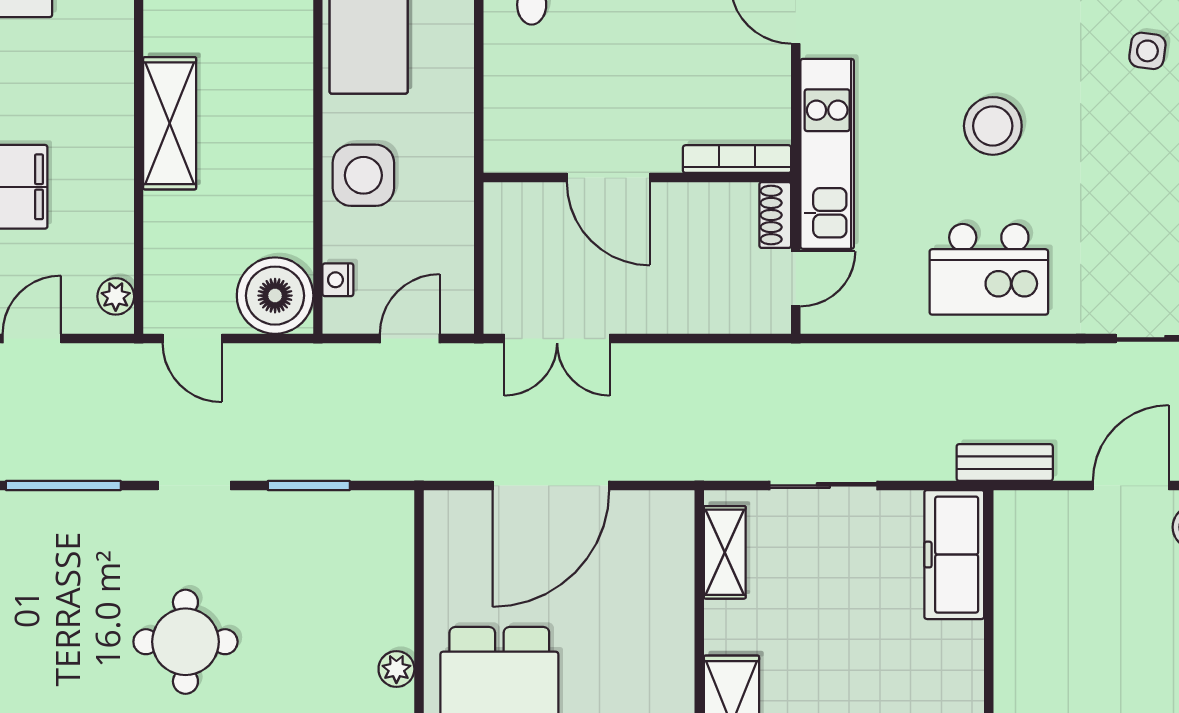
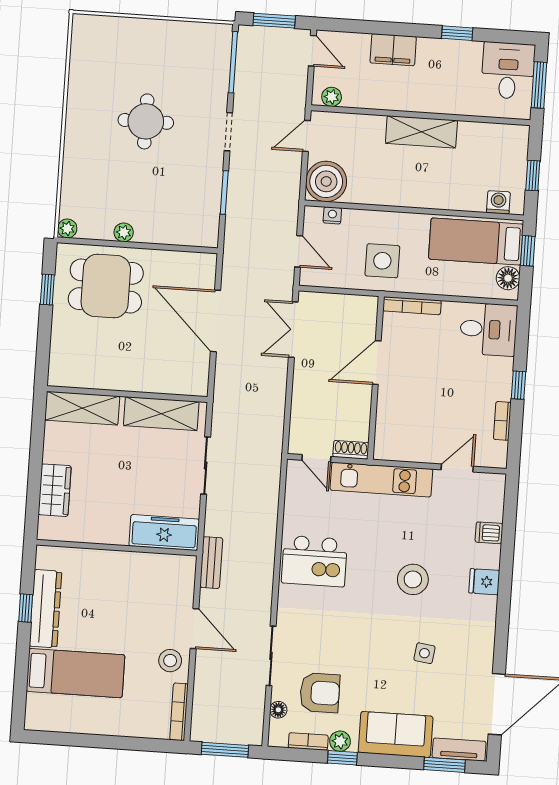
stool: (993, 126) -> (413, 579), moved
bookcase: (737, 159) -> (412, 306), moved, turned 90
side table: (363, 175) -> (382, 261), moved
kitchen island: (989, 269) -> (314, 561), turned -90
shelving: (725, 552) -> (161, 414), width x1.50, depth x1.33

